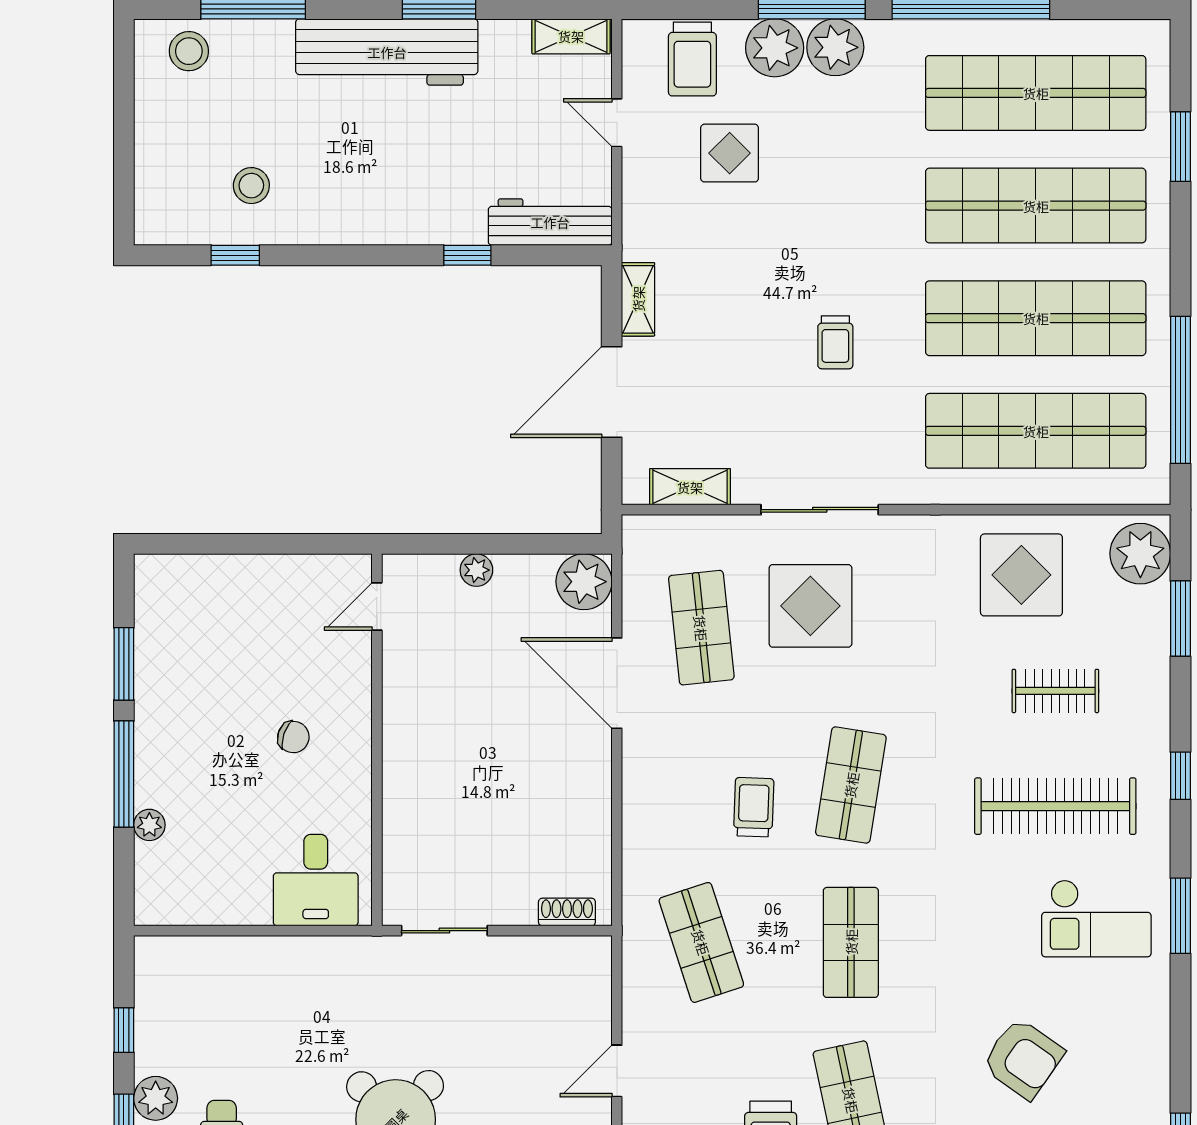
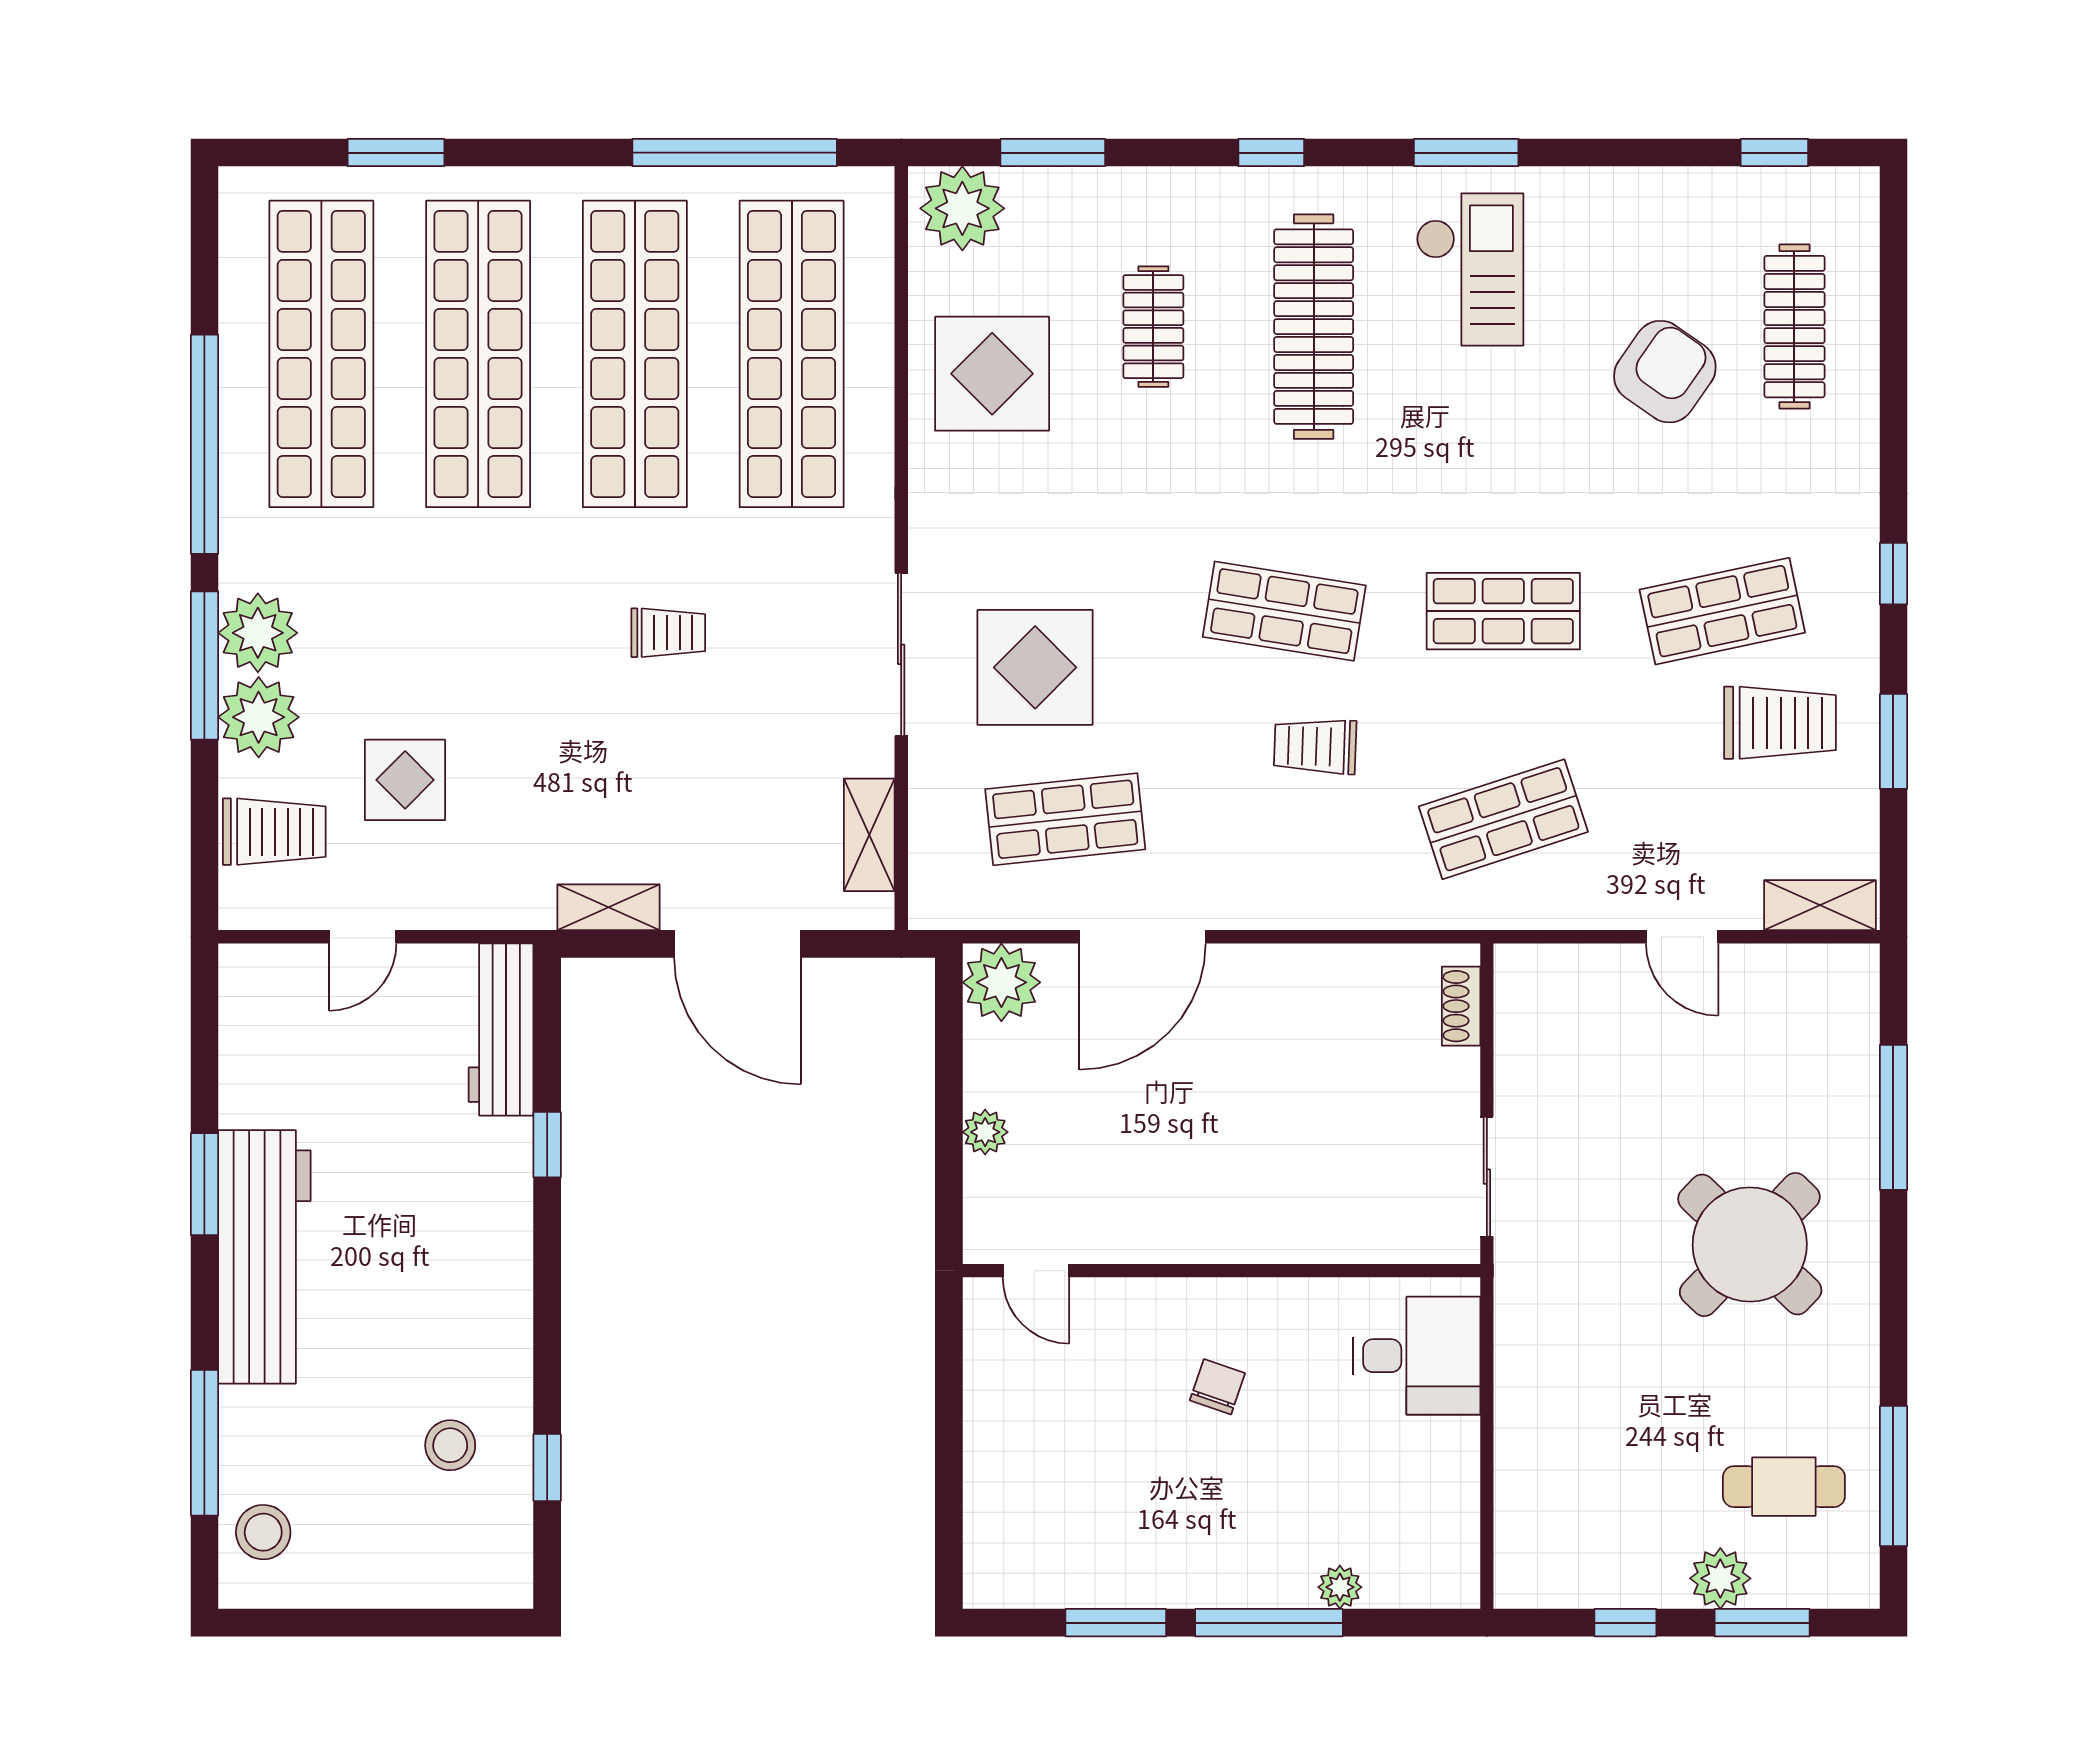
shelving: (571, 36) -> (243, 1000), removed

